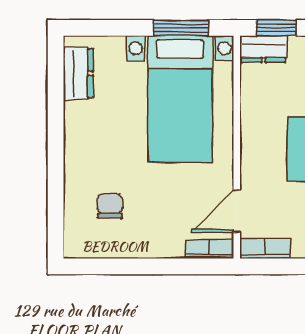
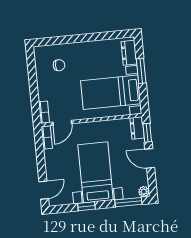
window: (181, 28) -> (141, 71), moved
dresser: (78, 73) -> (129, 53), moved, turned 90
door: (237, 211) -> (62, 123), swing flipped

